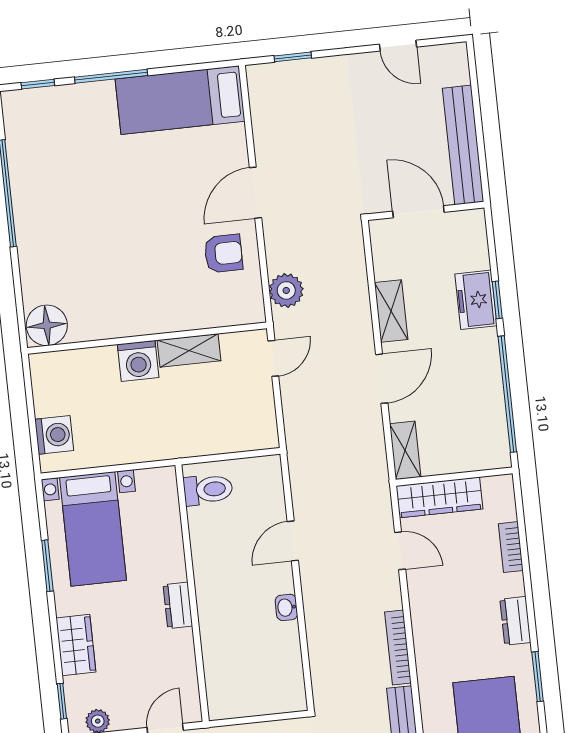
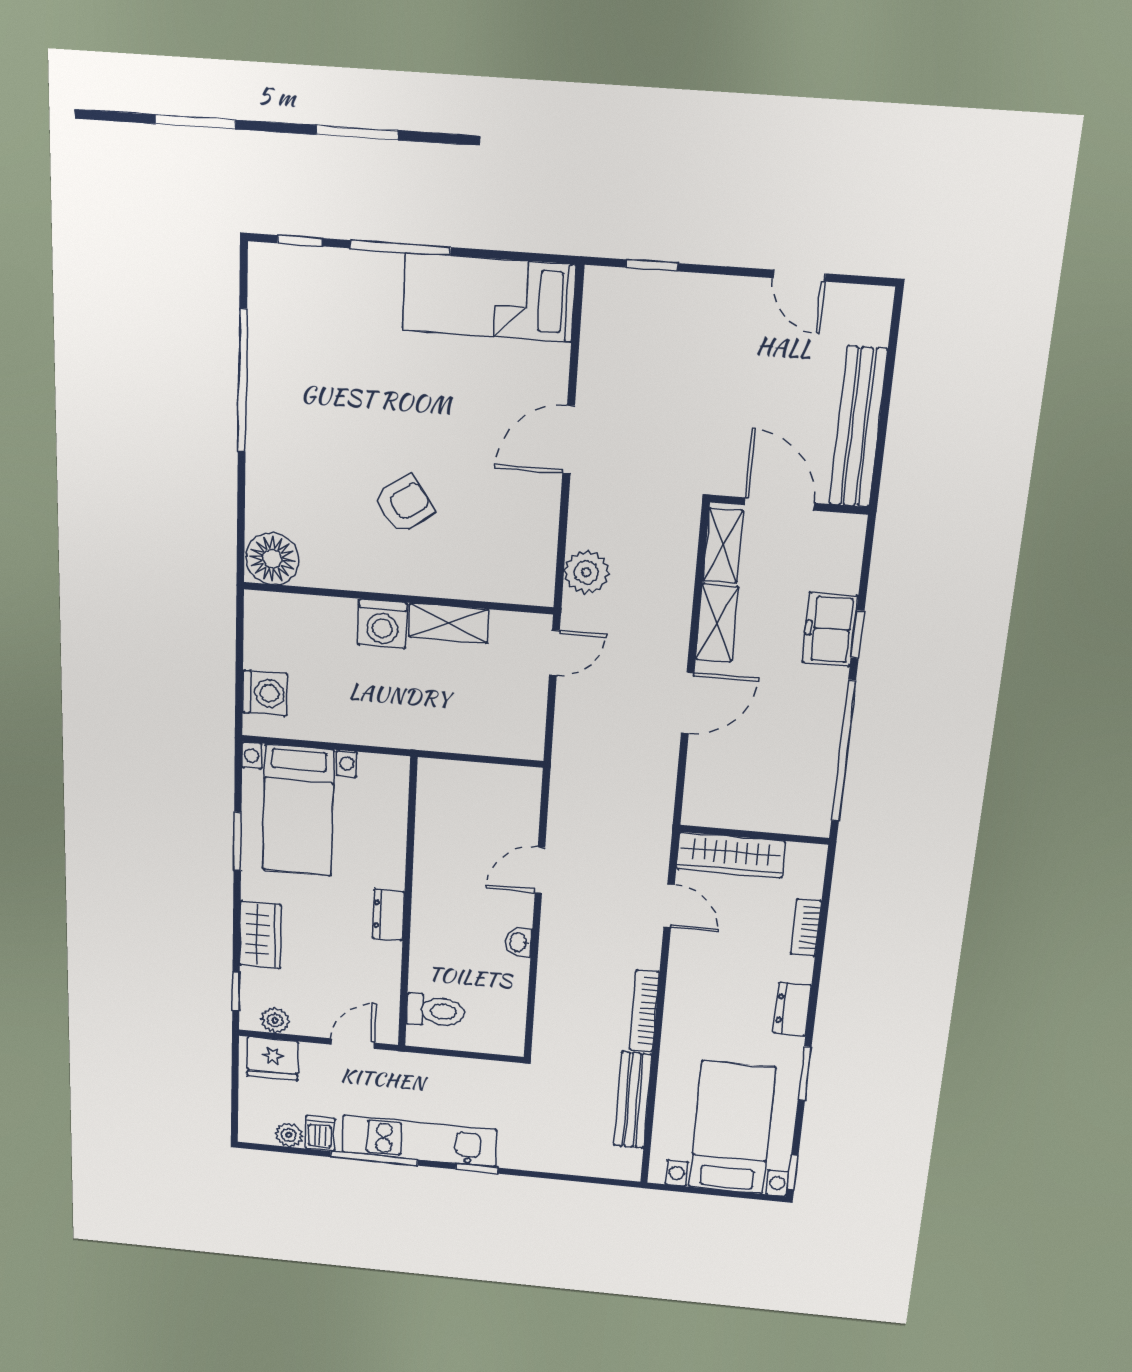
armchair: (223, 253) -> (404, 504), moved, turned -35
shelving: (405, 450) -> (723, 545), moved
toilet: (208, 490) -> (435, 1011), moved

